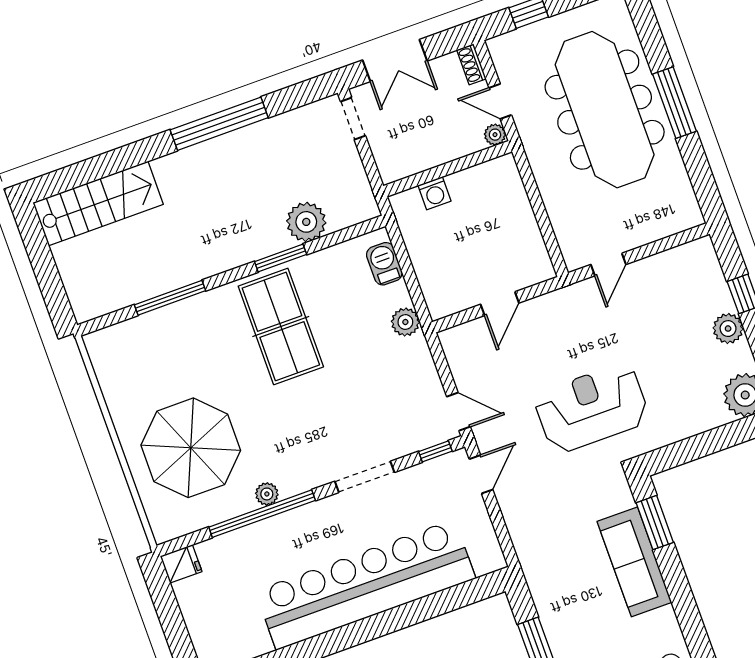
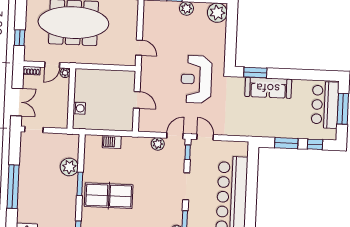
barbecue: (384, 264) -> (112, 142), moved
plant: (405, 322) -> (158, 144), moved

